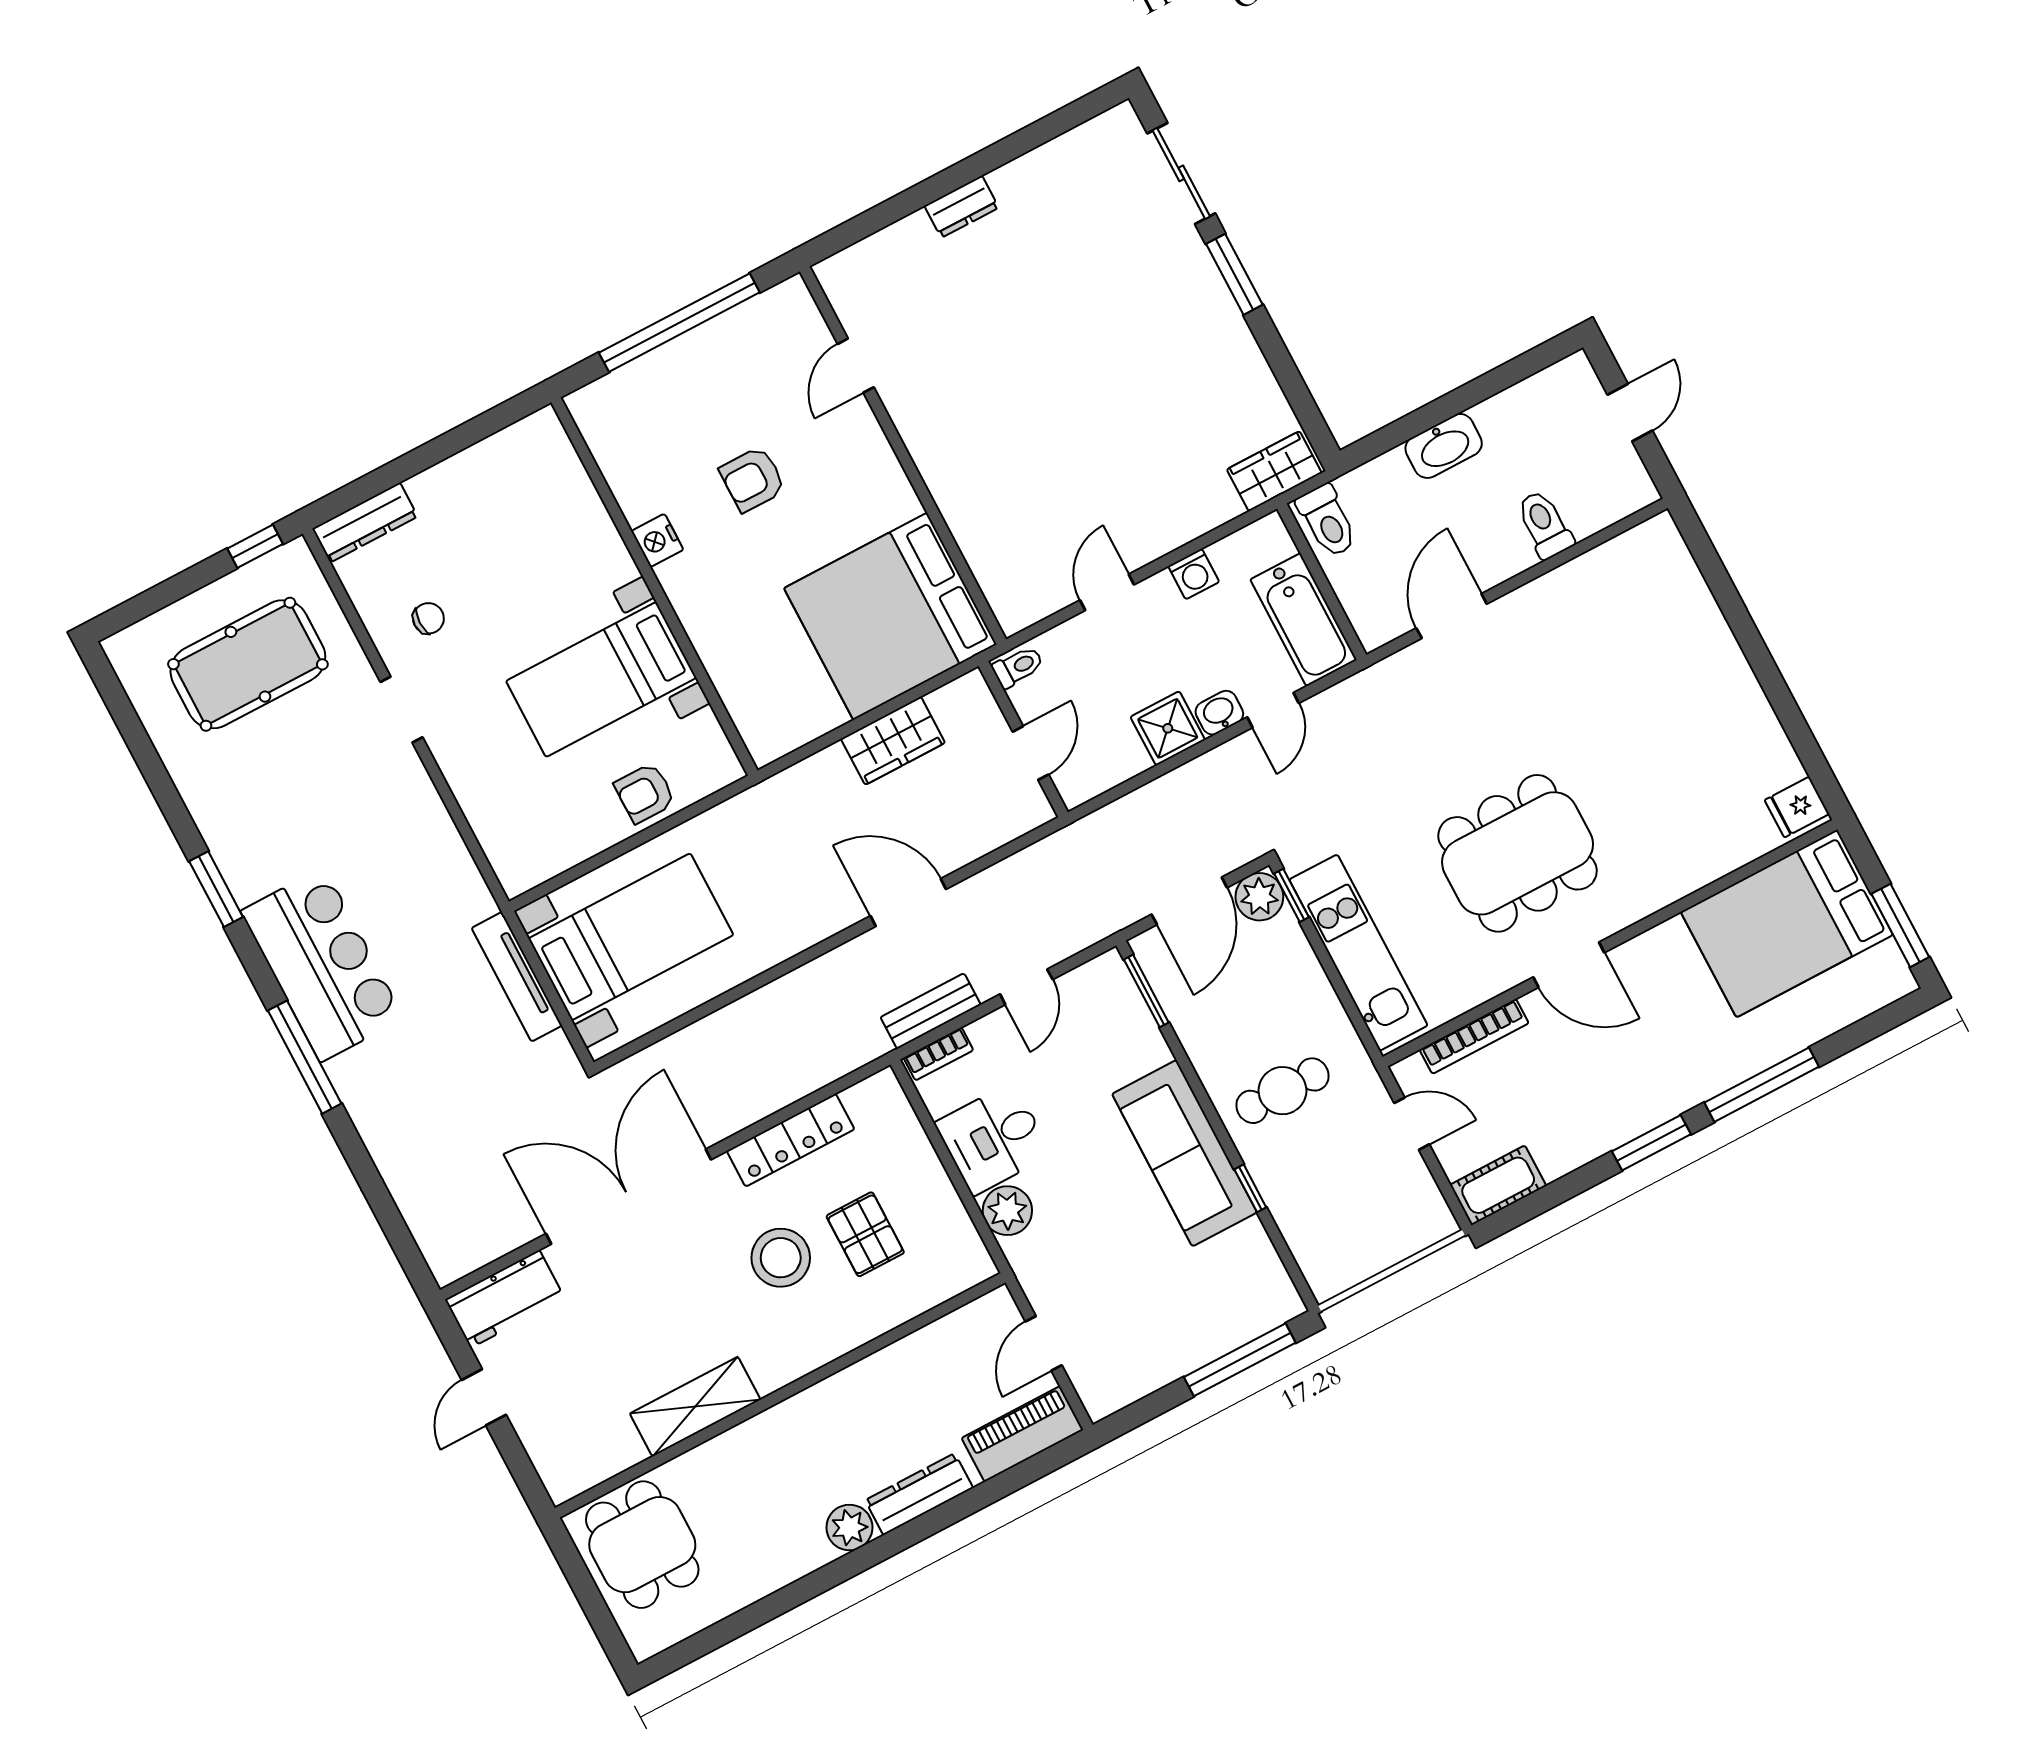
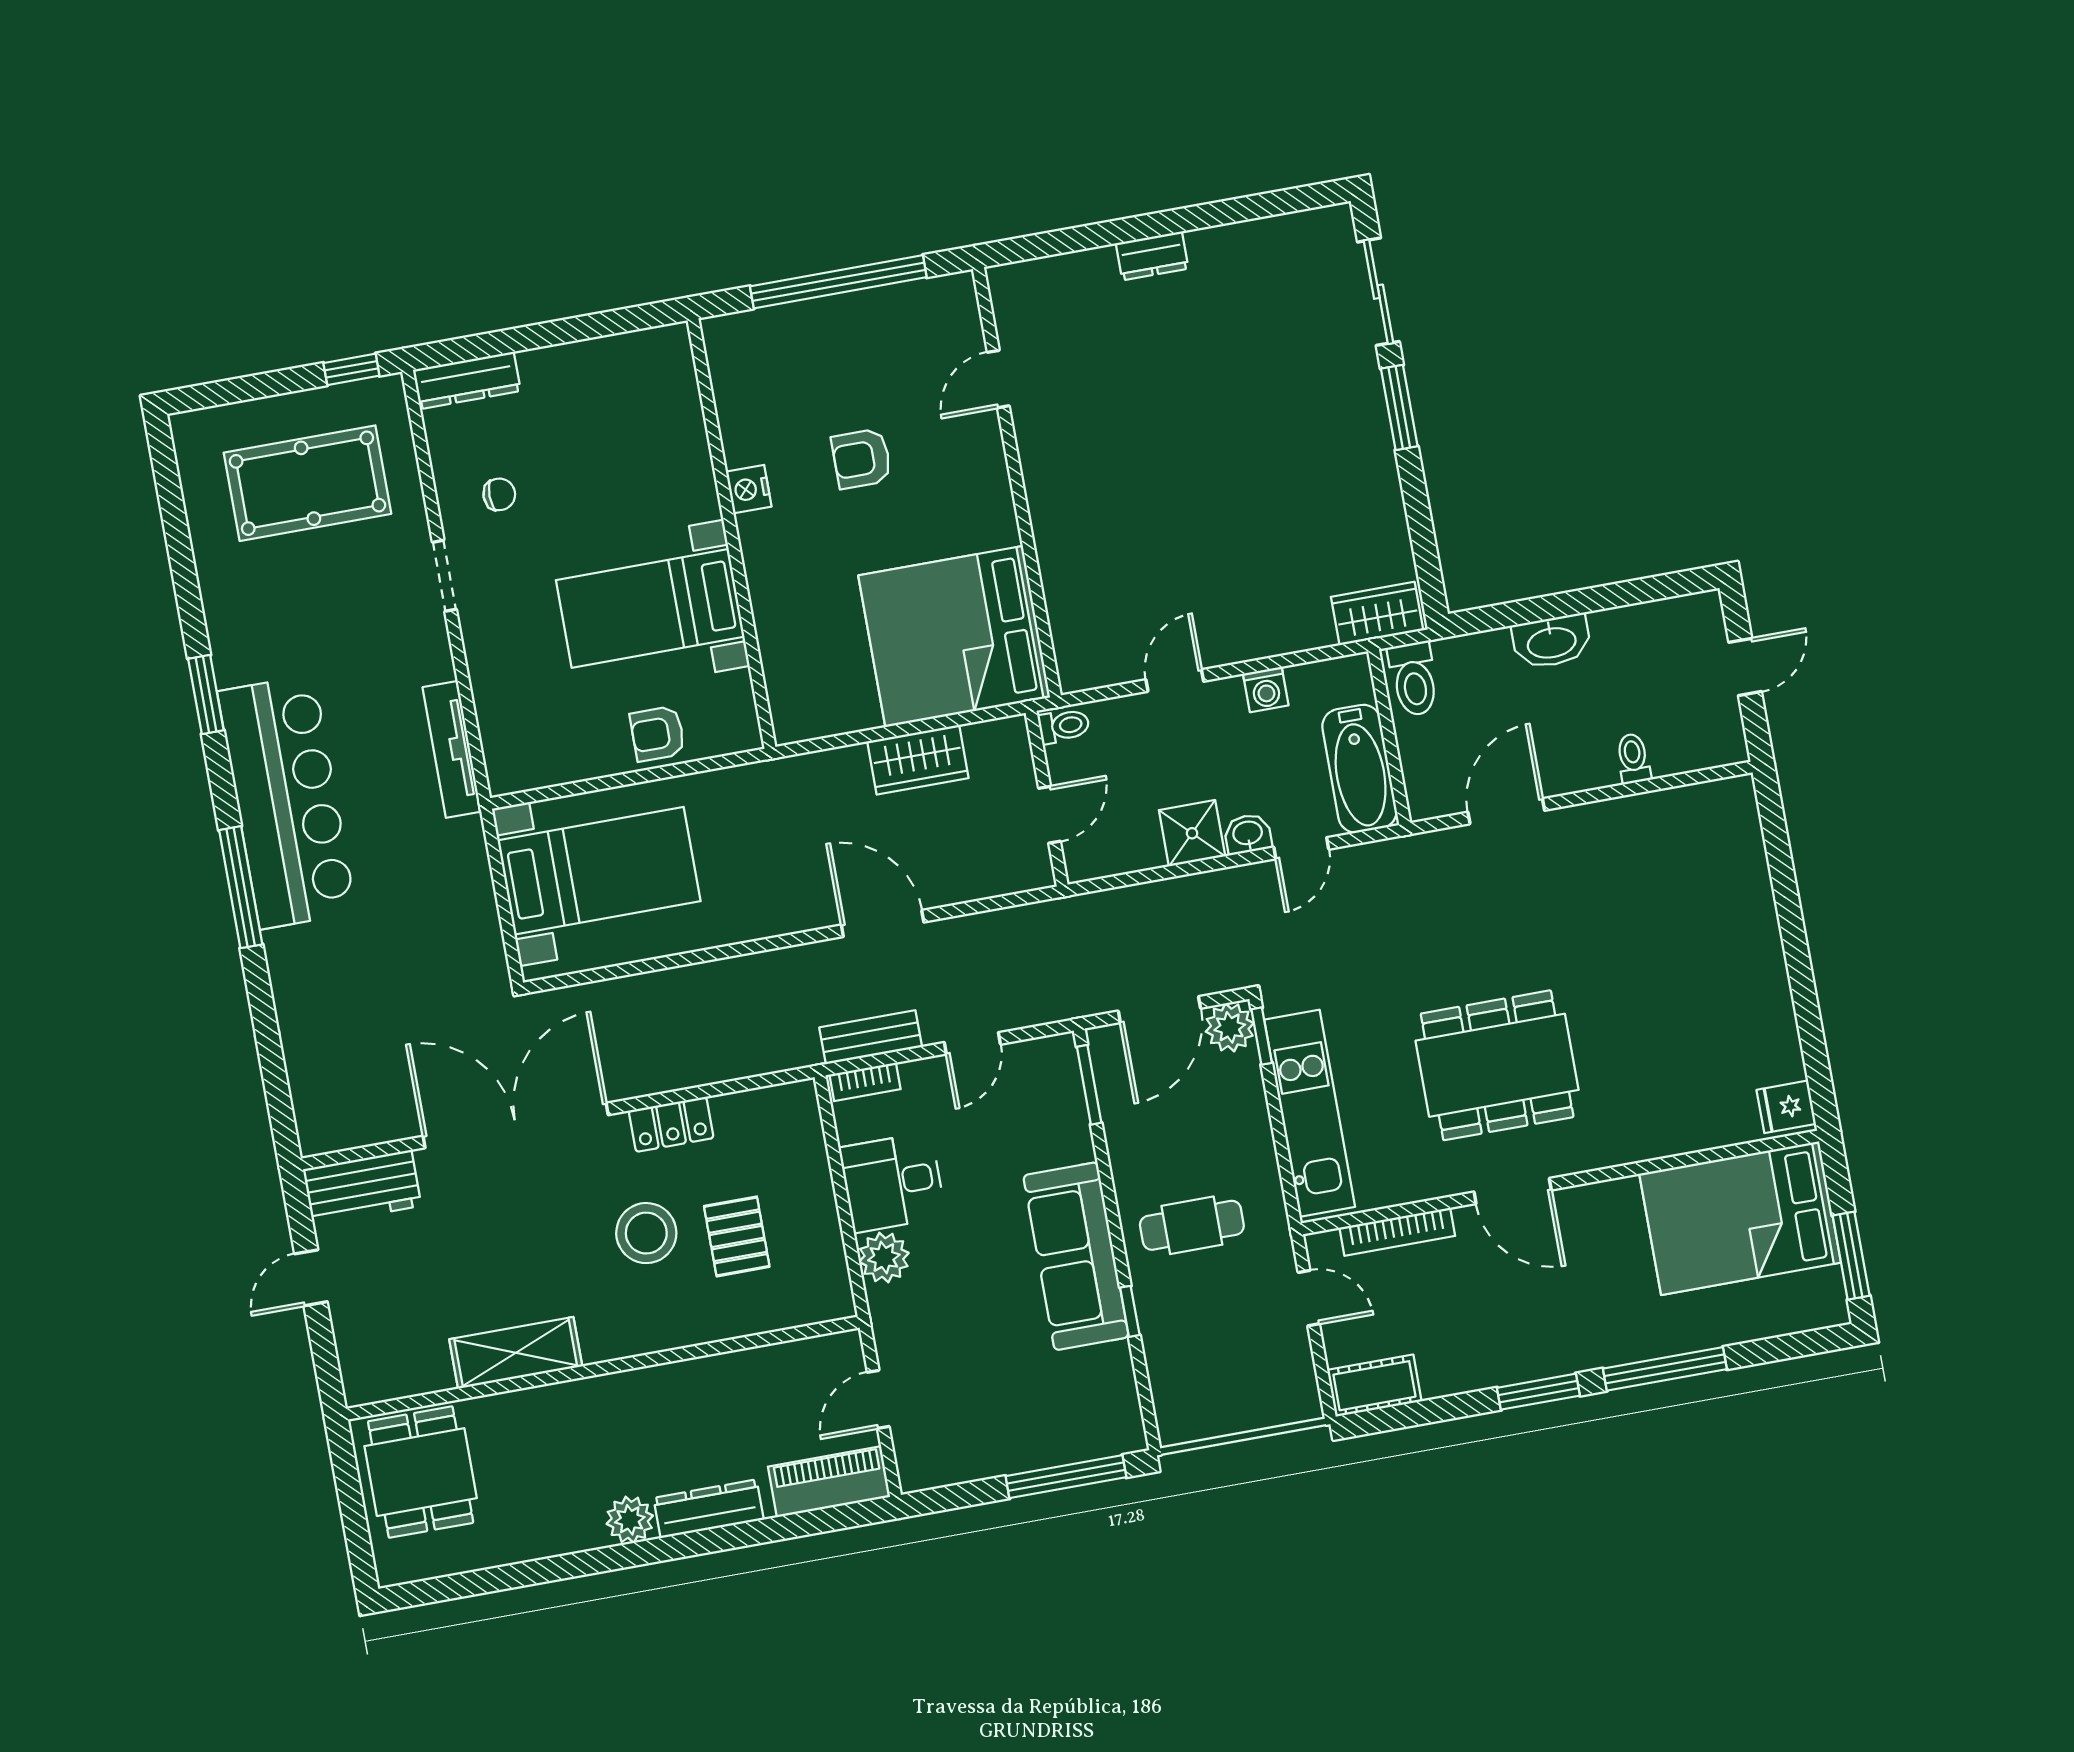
toilet: (1545, 525) -> (1633, 758), width x0.73, depth x0.72
bar counter: (322, 965) -> (287, 802), width x1.36
tv unit: (517, 977) -> (452, 749), moved
locker: (791, 1140) -> (671, 1124), width x0.66

